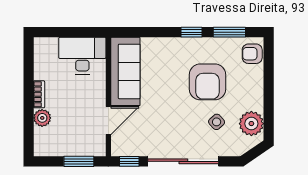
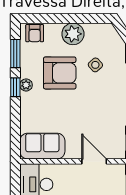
plant: (194, 44) -> (26, 85), added
sofa: (125, 71) -> (42, 146), width x0.73
plant: (251, 124) -> (73, 34), moved

